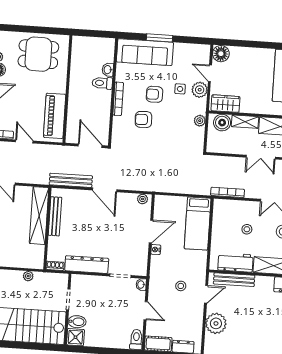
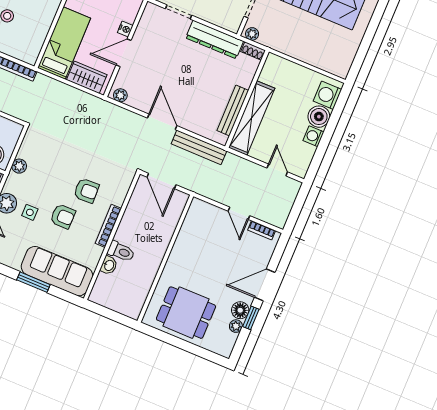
piano: (55, 116) -> (192, 232), removed
wardrobe: (172, 204) -> (87, 77), added
plant: (28, 276) -> (252, 34), moved

